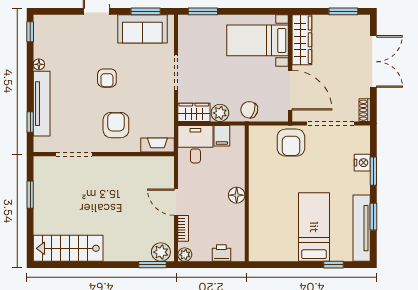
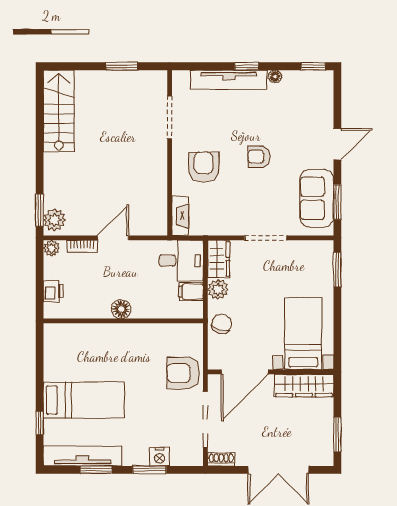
window: (30, 122) -> (247, 66), moved
armchair: (116, 125) -> (204, 167), turned -90

